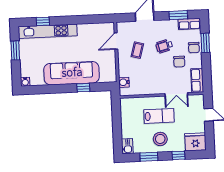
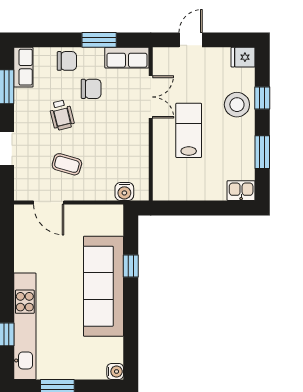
window: (205, 43) -> (99, 40), moved
stool: (160, 139) -> (237, 105), moved
fridge: (195, 142) -> (243, 57), width x0.53, depth x0.75

